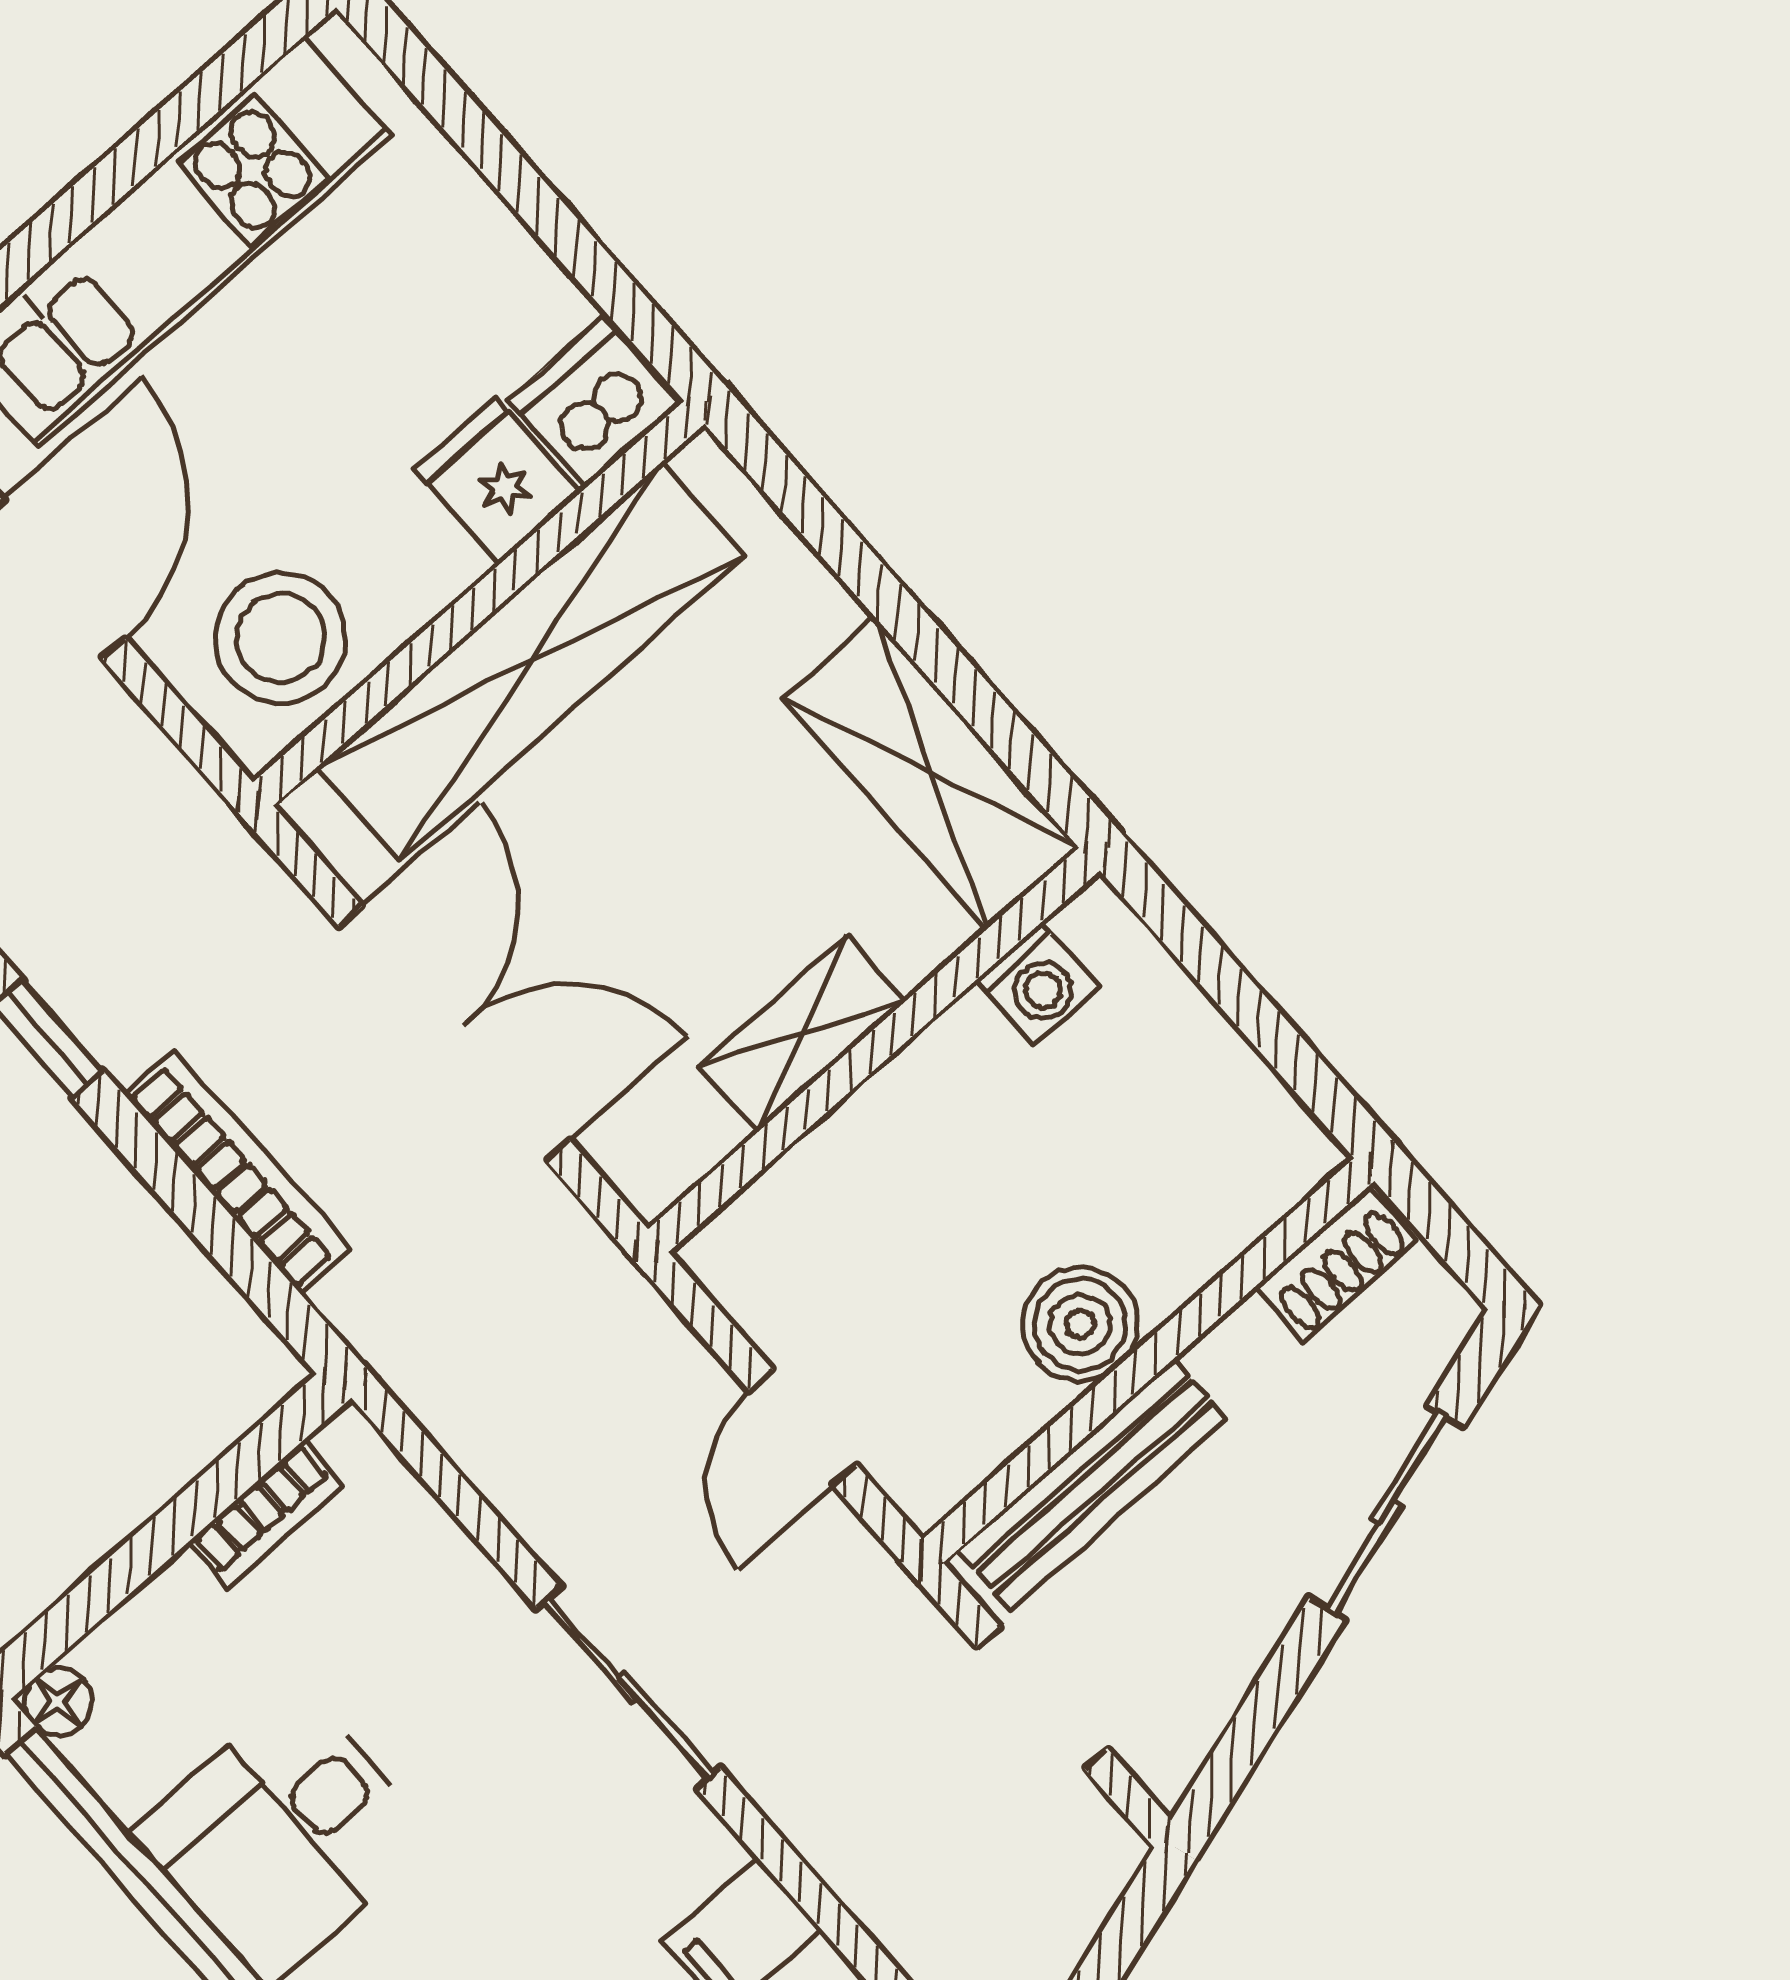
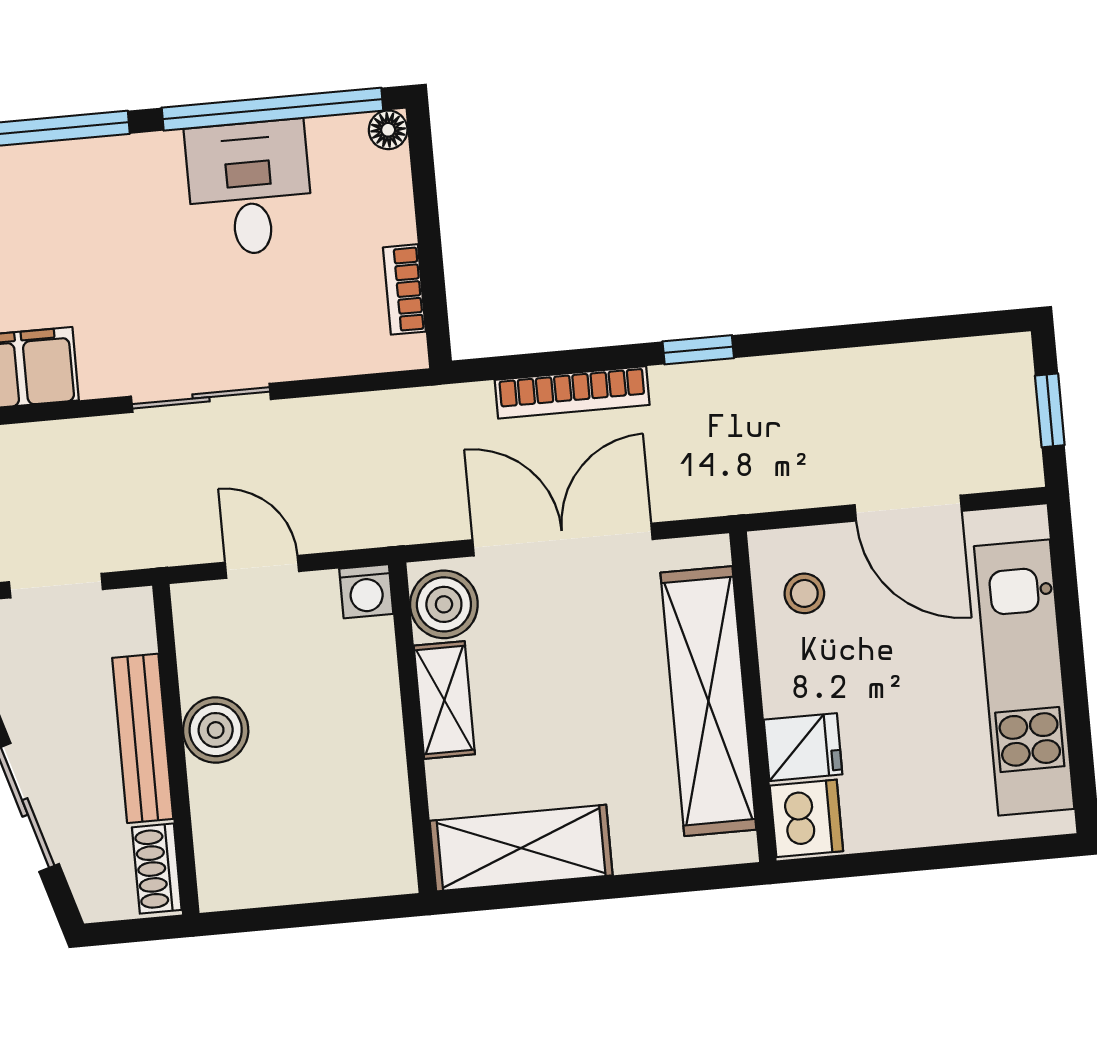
stool: (280, 638) -> (804, 593), width x0.53, depth x0.53
washing machine: (1037, 984) -> (366, 591), moved, turned -90
double door: (454, 1033) -> (562, 540), swing flipped
boiler: (668, 1133) -> (444, 604), added
bench: (1092, 1485) -> (143, 738), moved

